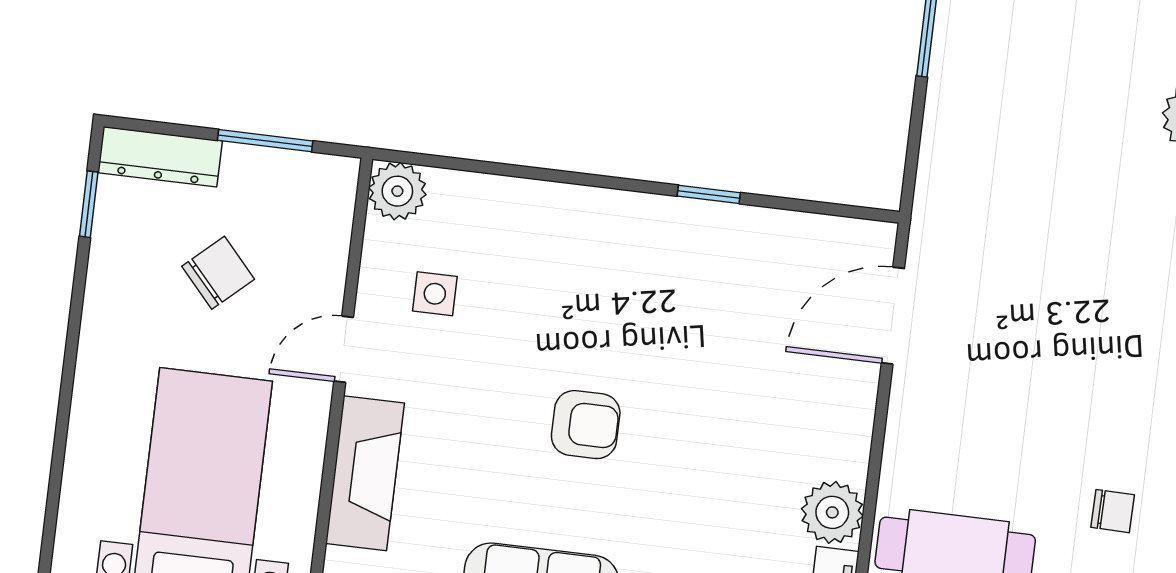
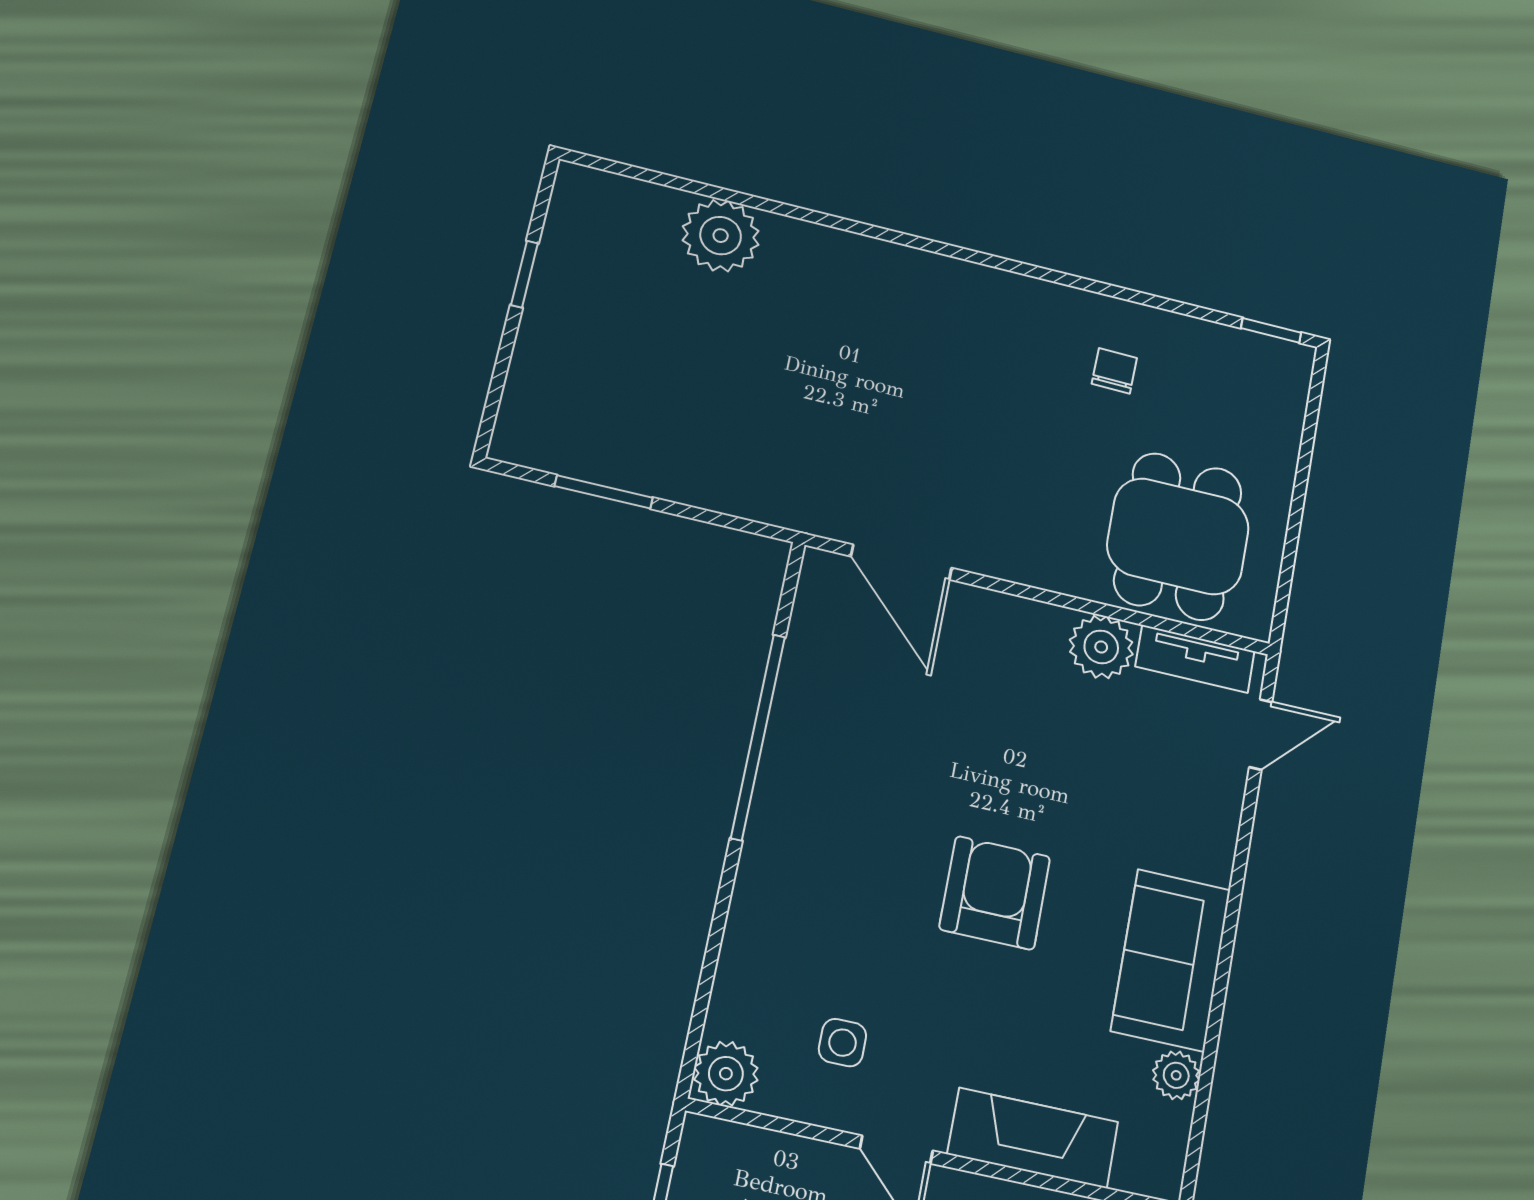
window: (709, 194) -> (758, 737), width x3.17
armchair: (586, 425) -> (995, 893), width x1.38, depth x1.38

